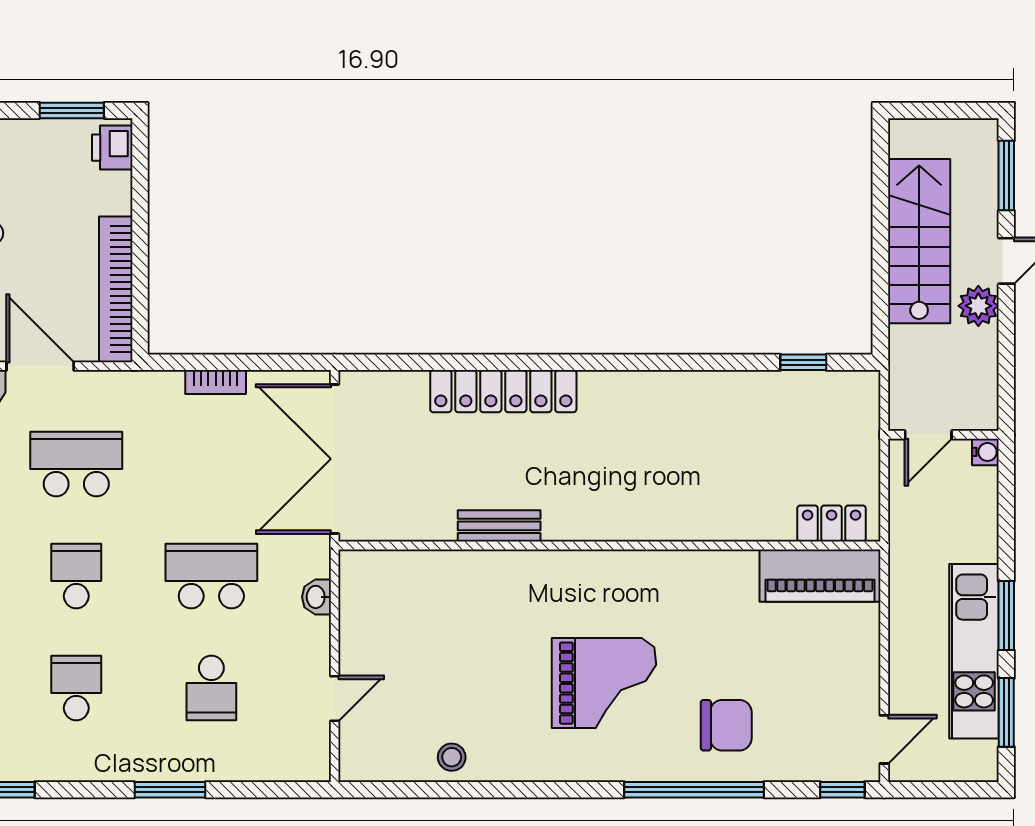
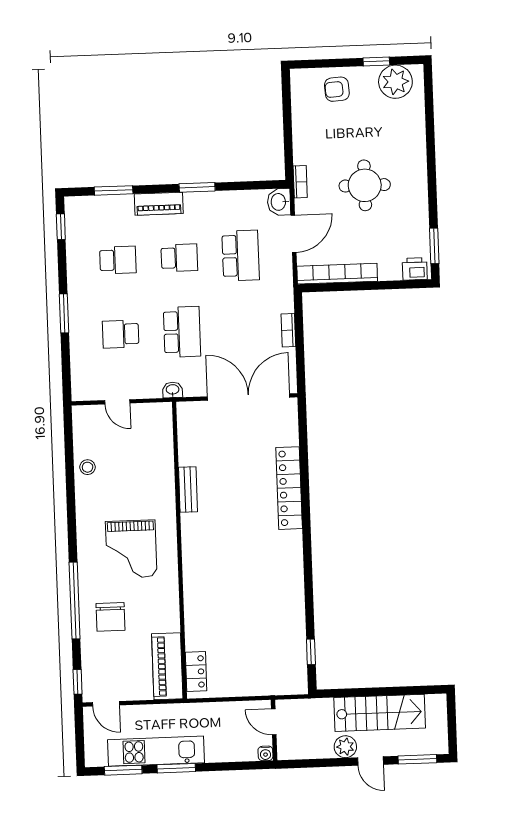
locker: (832, 523) -> (196, 672), moved
bench: (499, 526) -> (188, 489), moved
wall: (609, 545) -> (179, 550), moved
piano: (820, 576) -> (167, 666), moved

